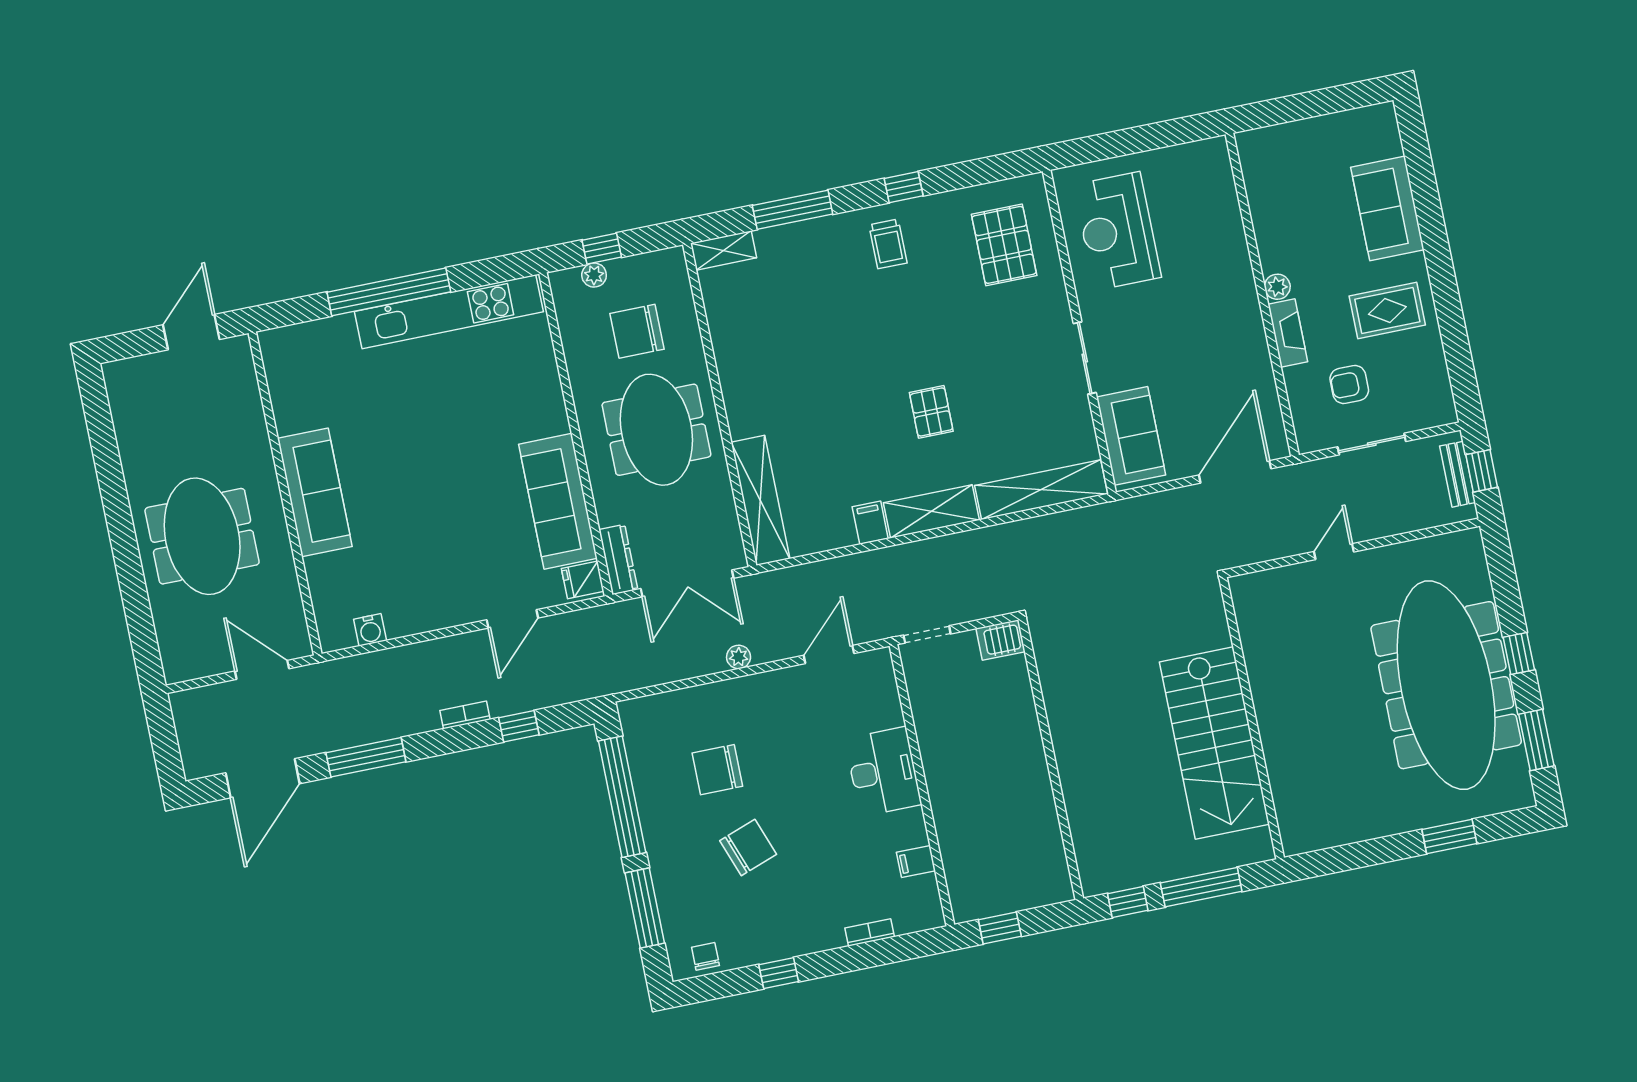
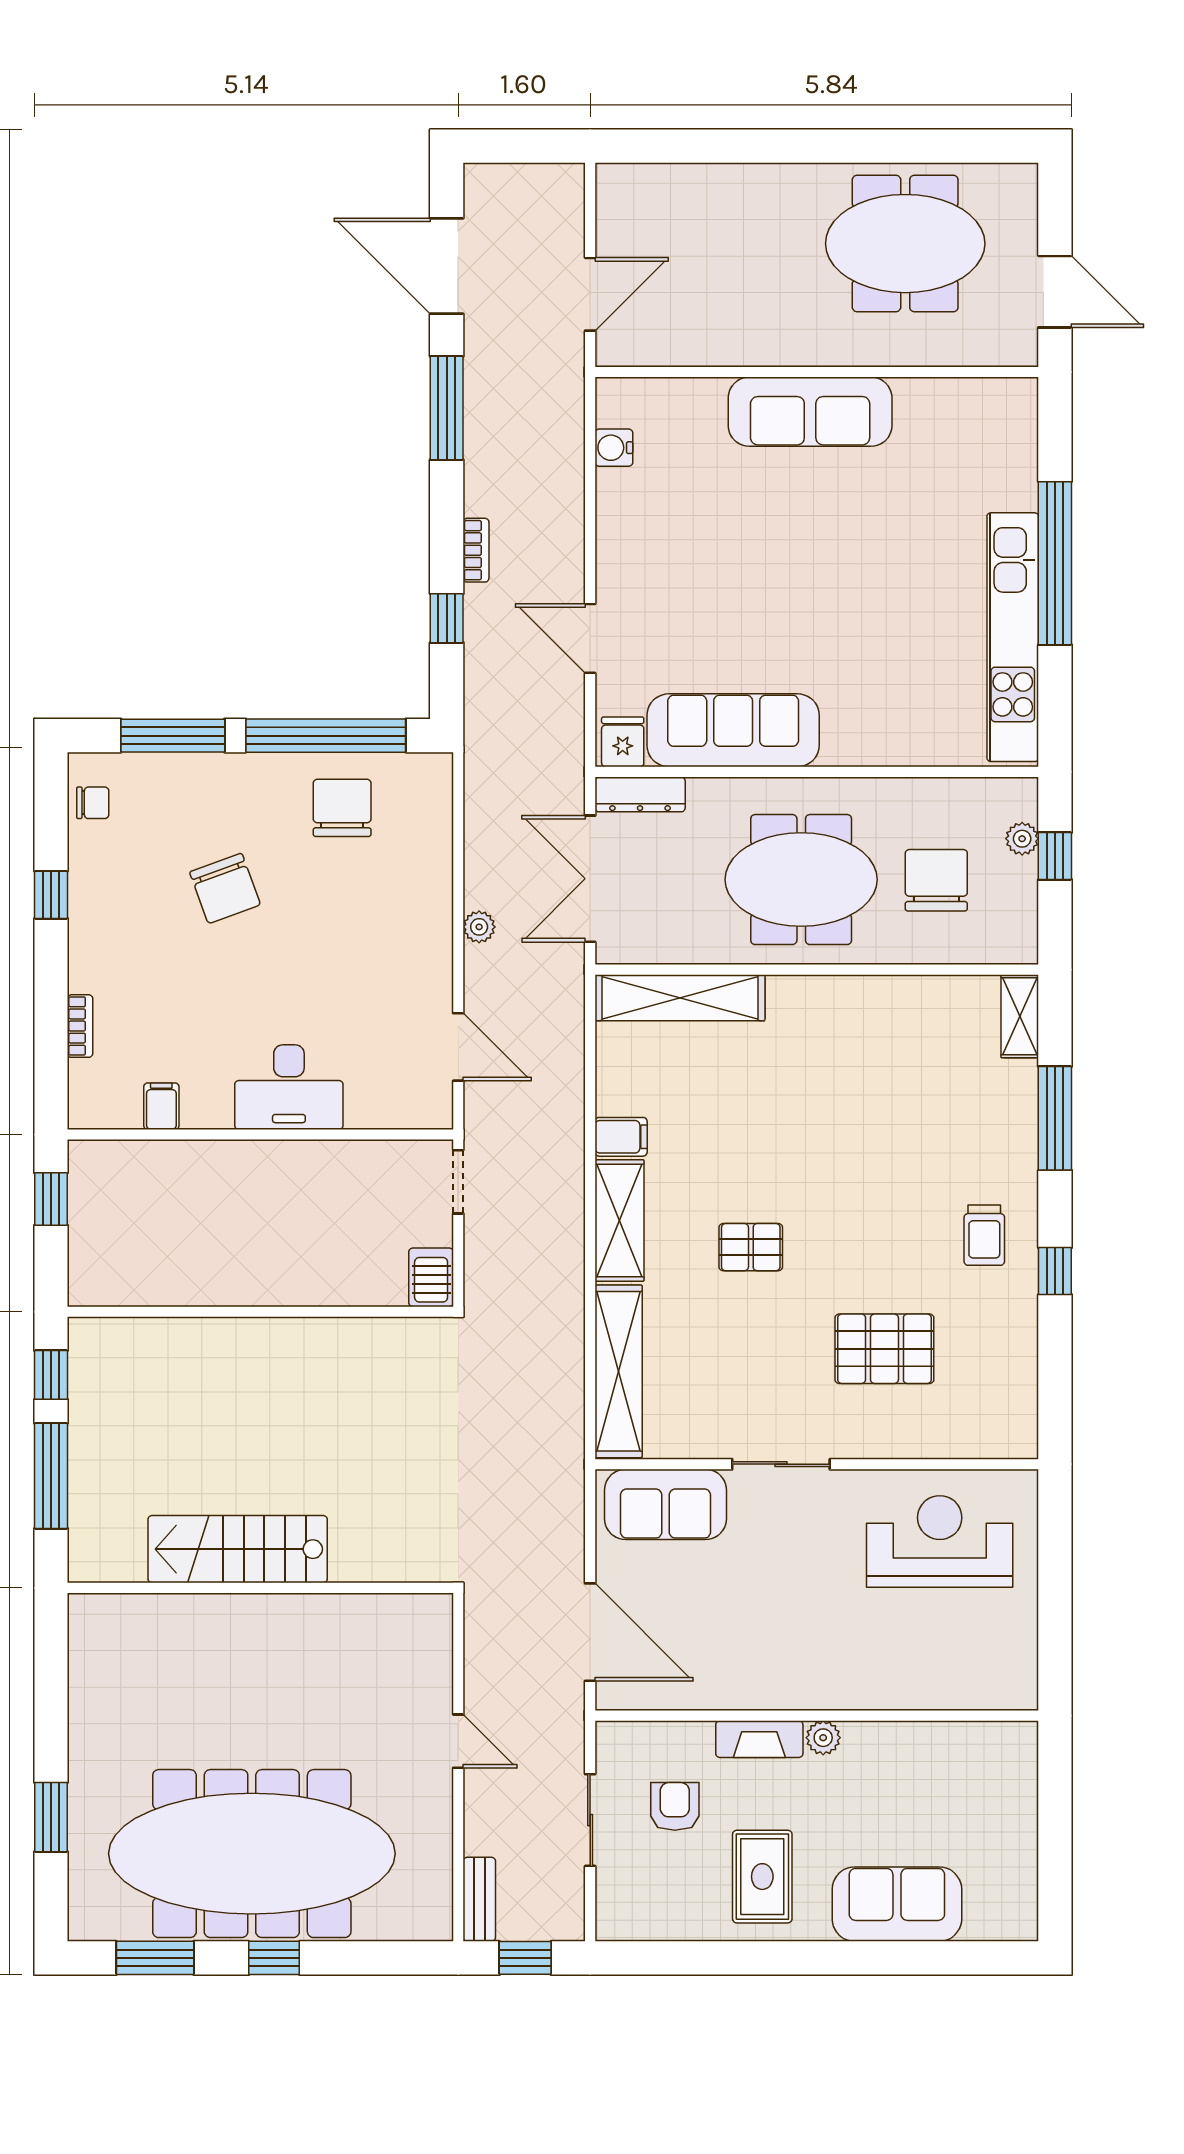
trolley: (888, 244) -> (984, 1235), turned -90
pallet: (1004, 245) -> (884, 1349), moved
bench: (1458, 474) -> (479, 1899), moved, turned 90
meeting table: (202, 536) -> (905, 244), moved
stairs: (1214, 743) -> (238, 1549), width x0.73, depth x0.66
chair: (717, 770) -> (342, 808), moved

